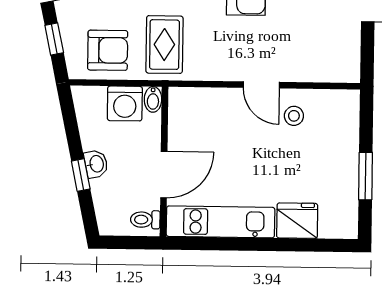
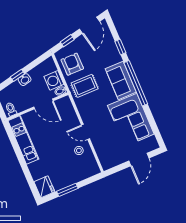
armchair: (108, 50) -> (72, 64), turned 180
door: (261, 85) -> (86, 132), hinge flipped
door: (164, 175) -> (43, 104), moved
fridge: (297, 221) -> (44, 187), moved

